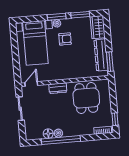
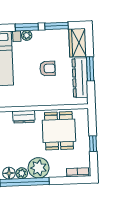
armchair: (65, 39) -> (48, 69), moved
window: (110, 62) -> (90, 69), moved
window: (115, 119) -> (93, 144), moved
plant: (71, 128) -> (39, 168), added

